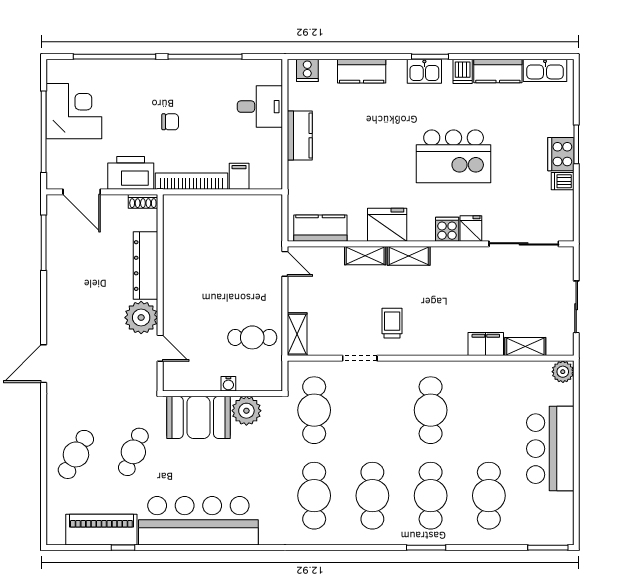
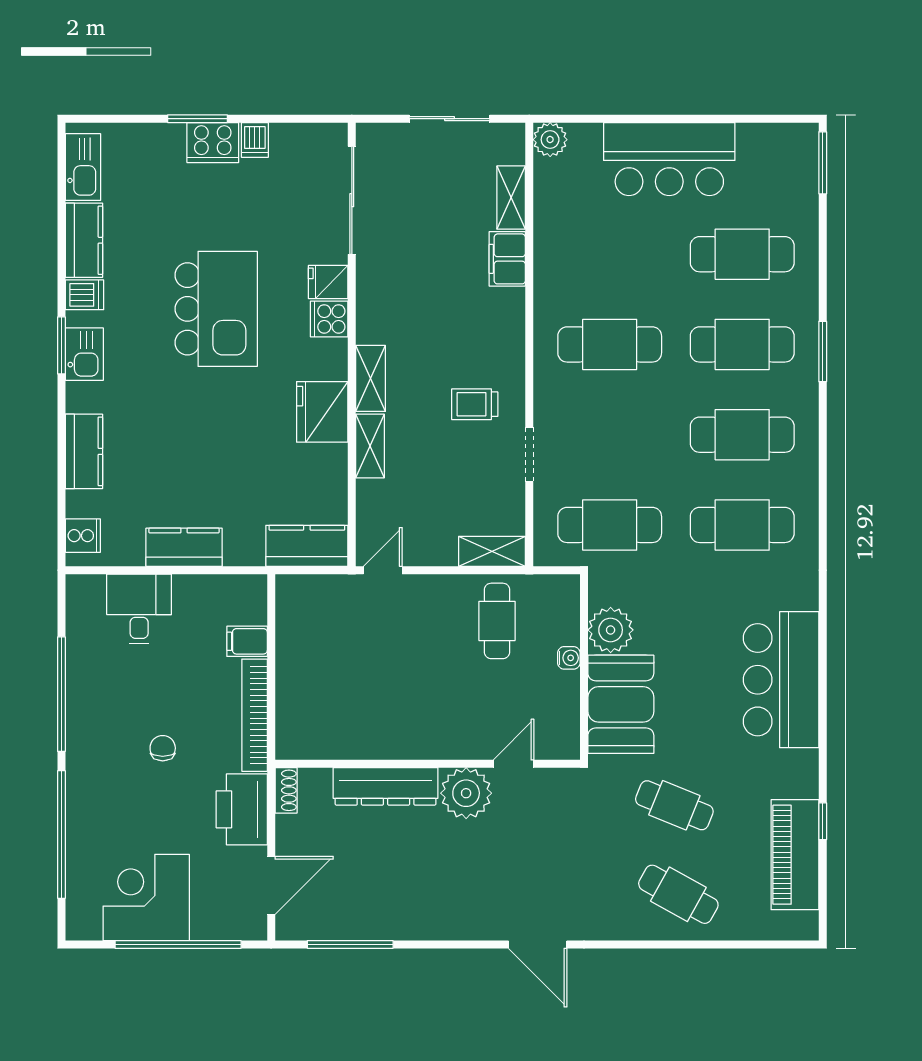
kitchen counter: (320, 228) -> (307, 546), moved, turned 90
bar counter: (198, 521) -> (781, 680), width x0.73

